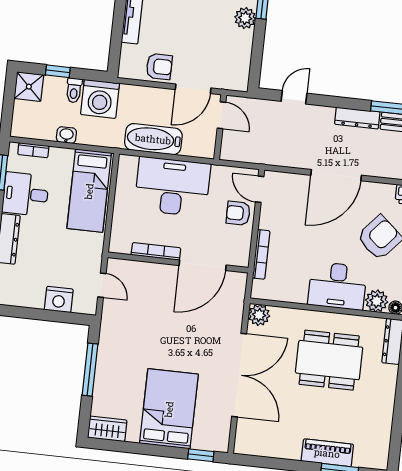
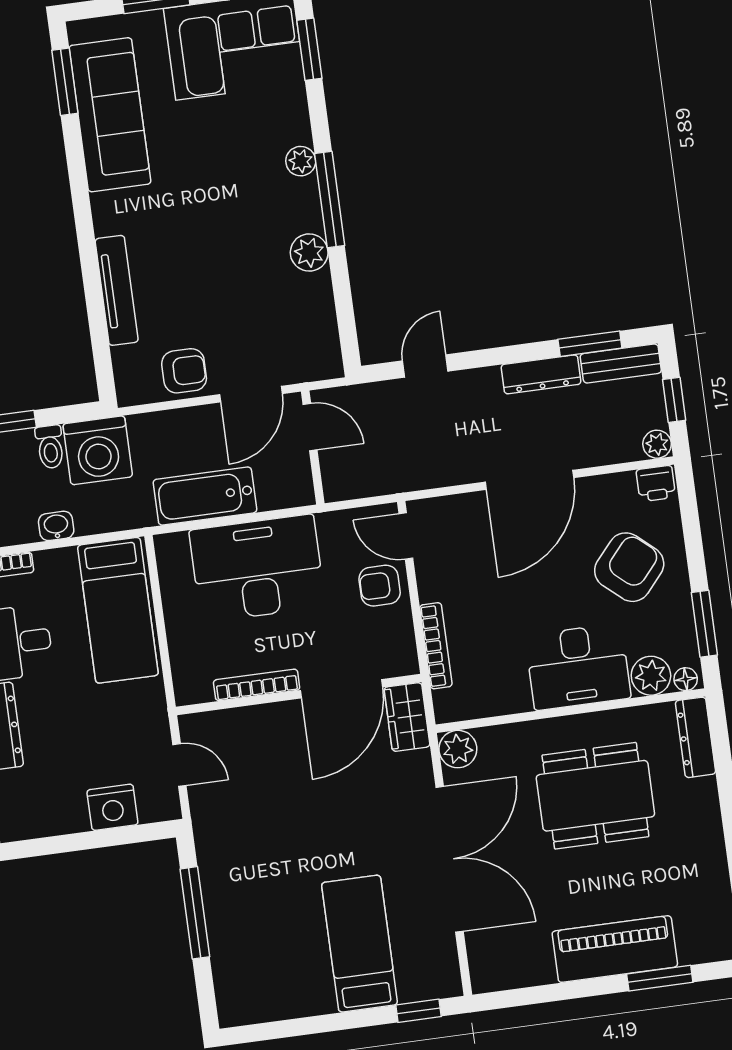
bed: (169, 409) -> (360, 944), width x0.67
wardrobe: (107, 429) -> (407, 717), moved, turned -90
piano: (327, 453) -> (615, 949), width x1.37, depth x1.33

